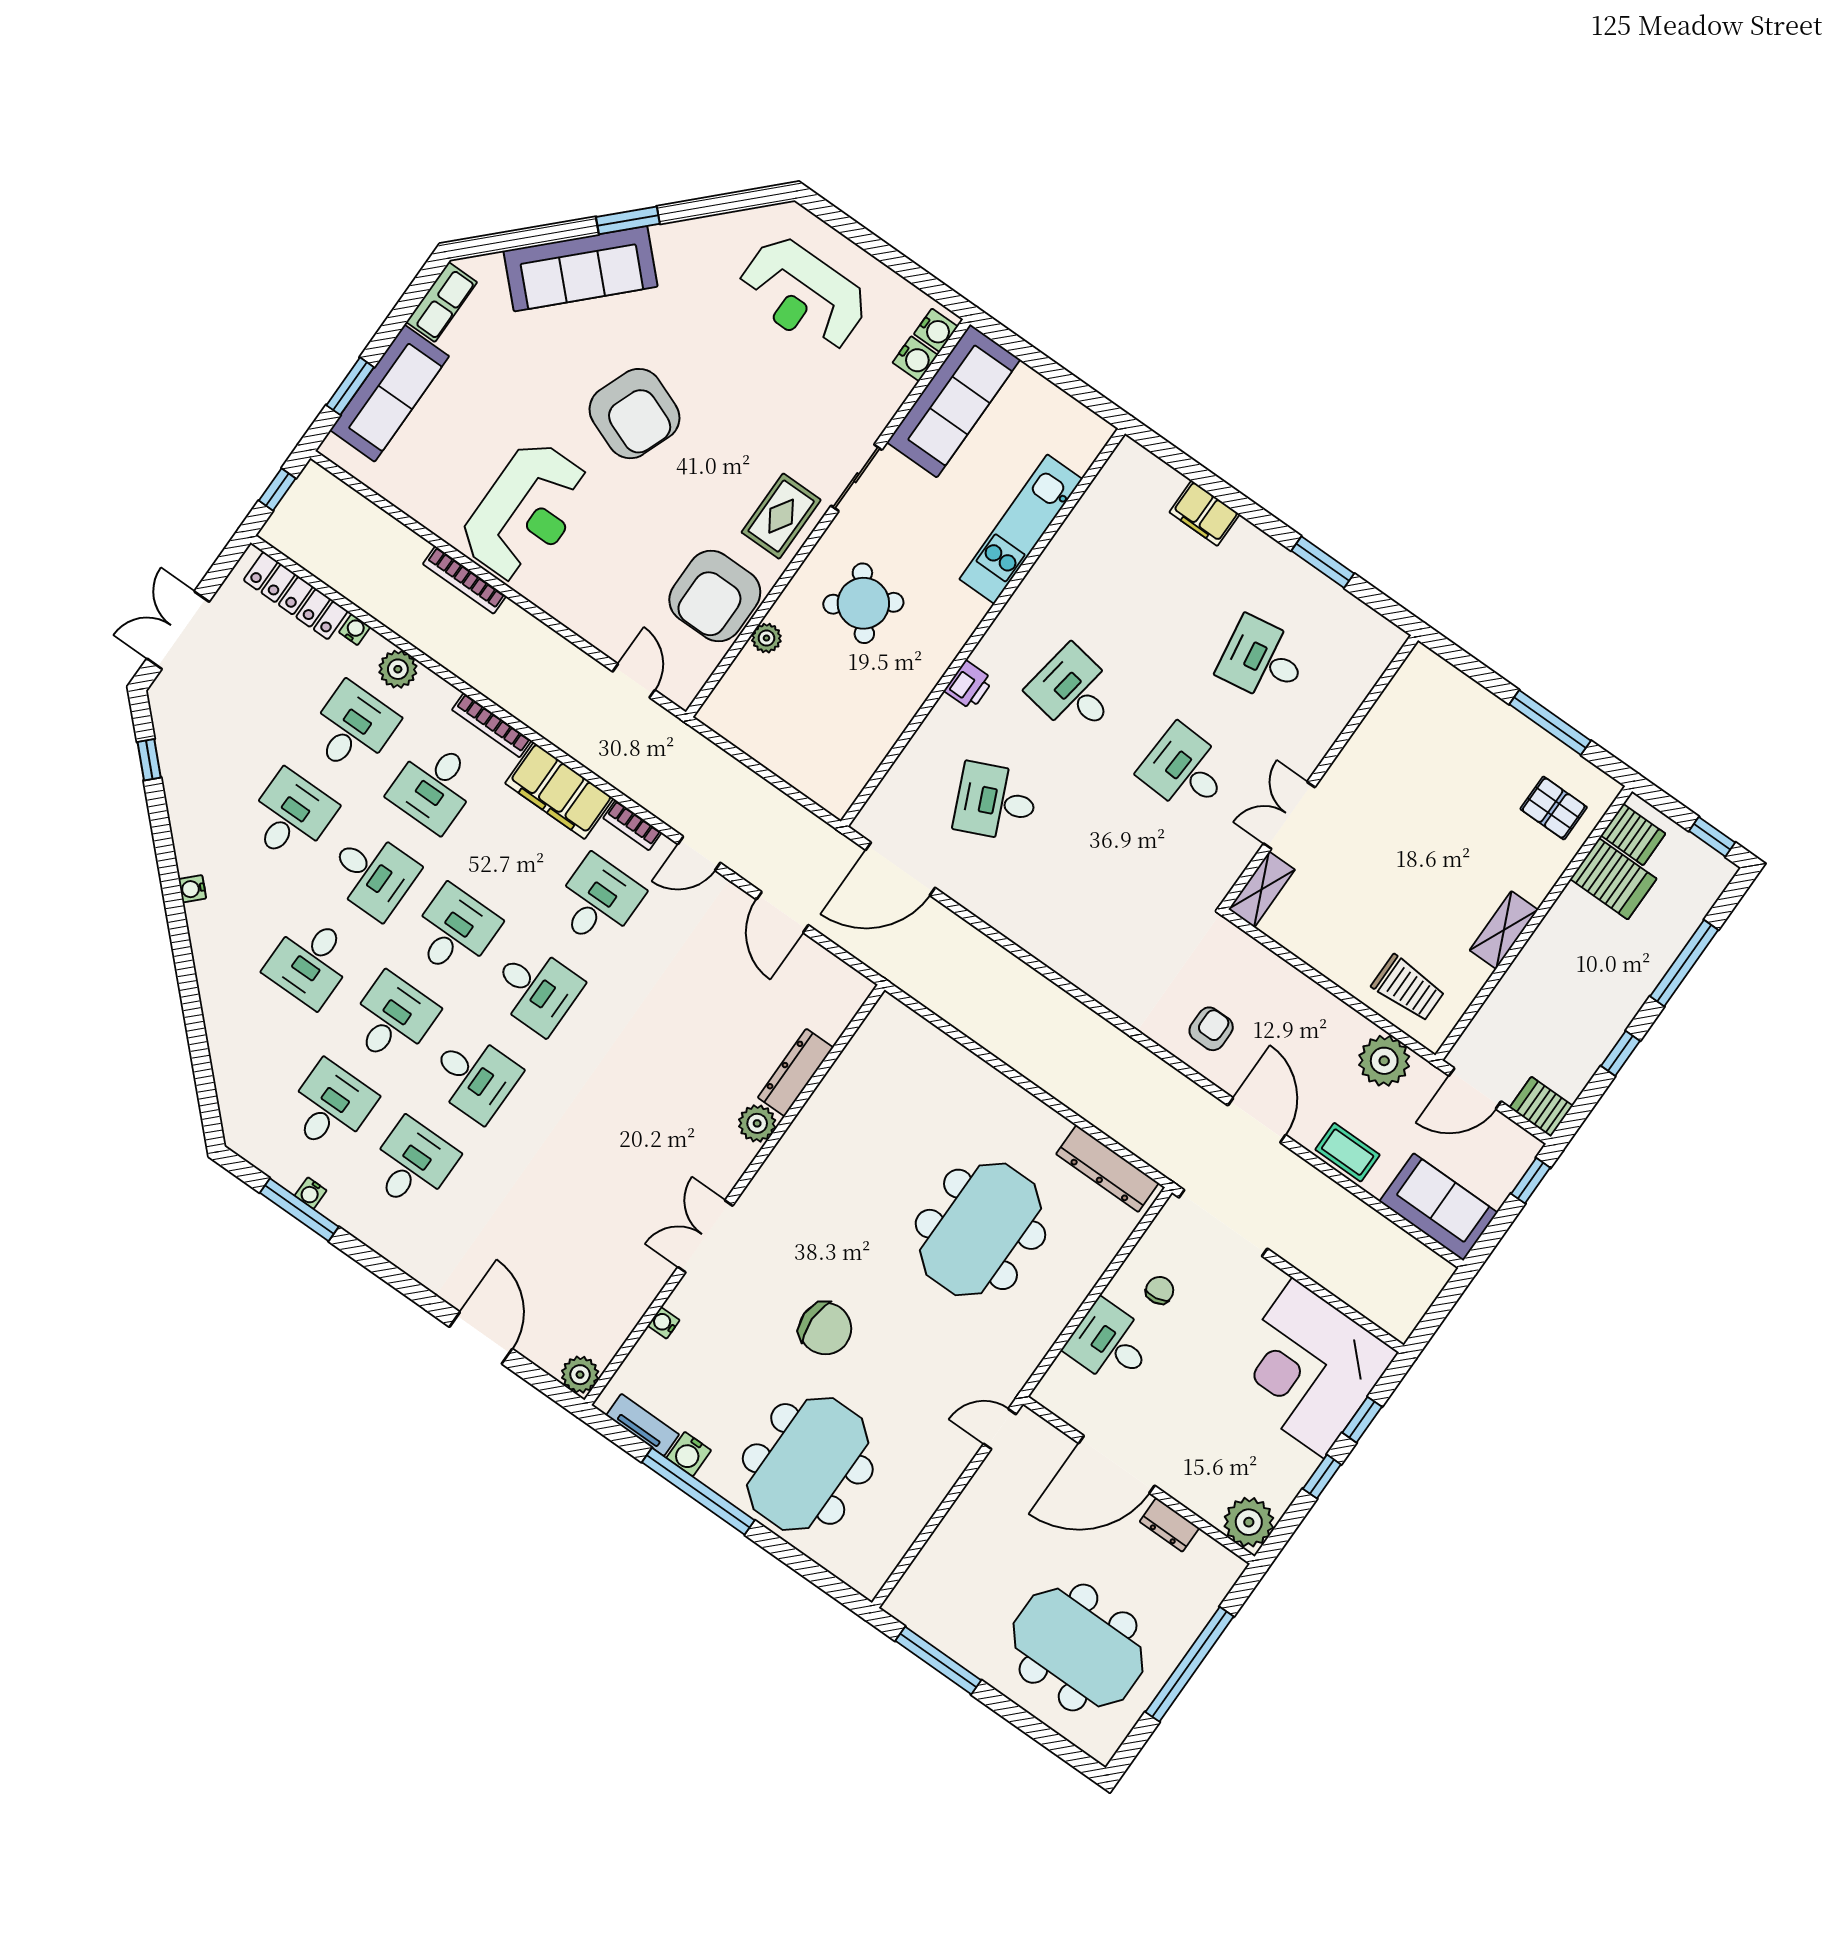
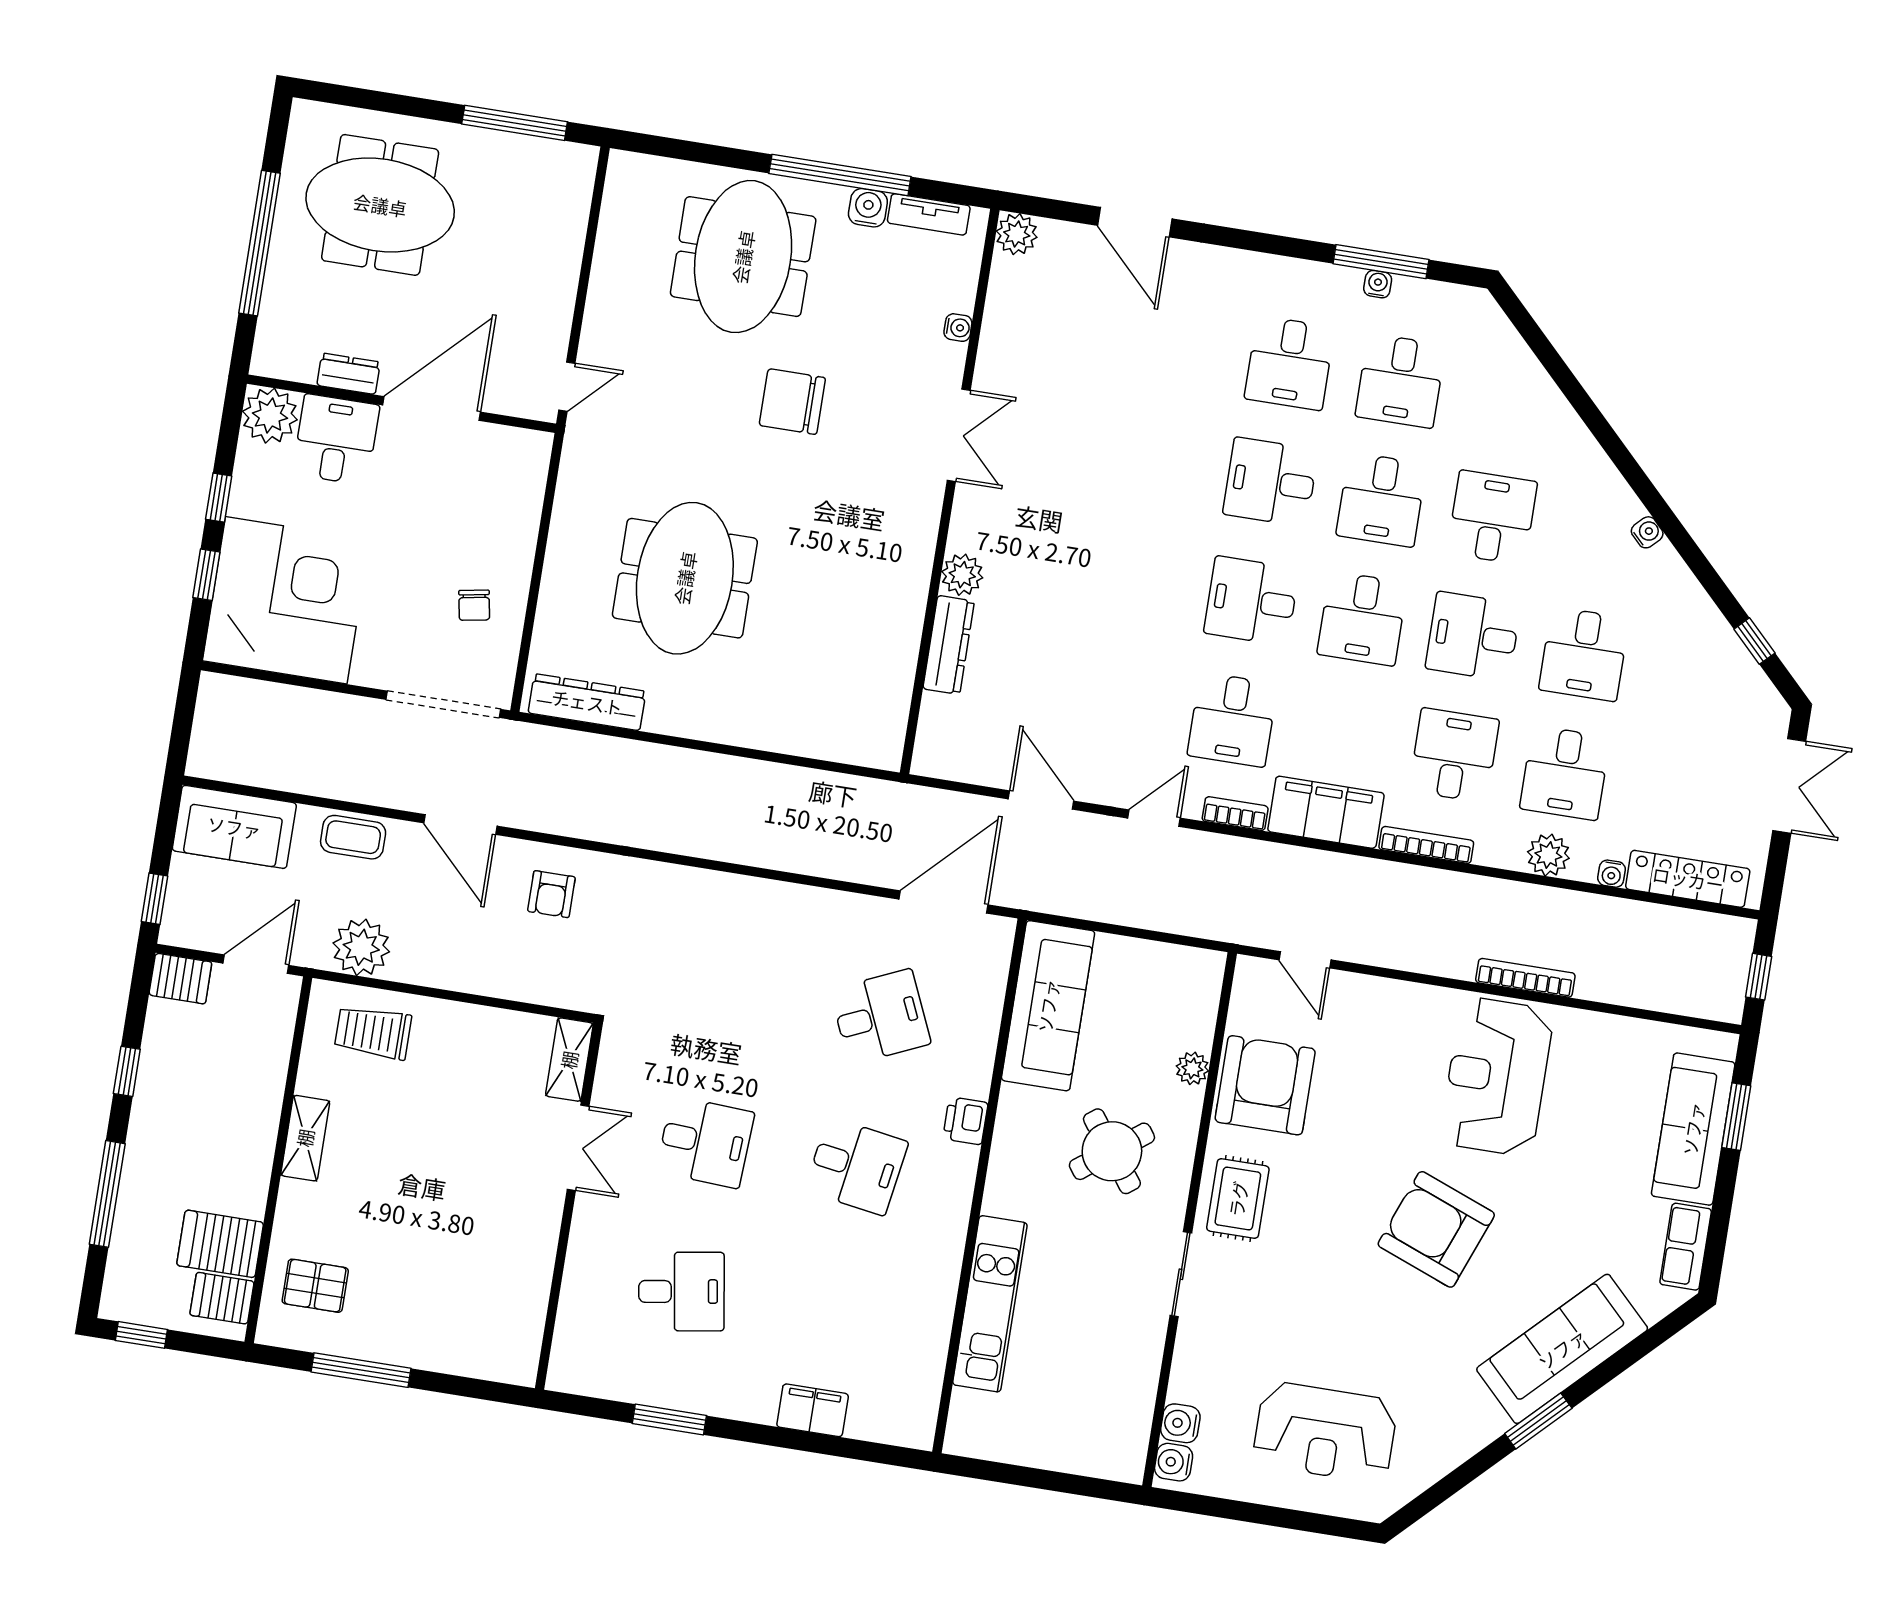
reception desk: (803, 295) -> (1325, 1432), turned 180
sofa: (953, 401) -> (1048, 1006), moved, turned 180
desk: (1110, 1344) -> (336, 440), moved, turned -90

